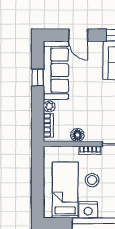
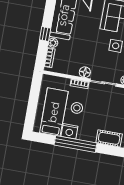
window: (38, 78) -> (45, 34), moved
floor lamp: (77, 135) -> (85, 72), moved

